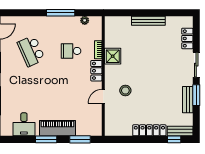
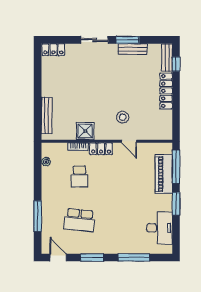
window: (61, 13) -> (38, 216), moved
bench: (148, 21) -> (47, 116), moved
locker: (187, 38) -> (53, 50), moved
school desk: (31, 51) -> (79, 220), turned 30
desk: (24, 124) -> (160, 228), width x1.37
piano: (58, 128) -> (164, 174), moved
window: (80, 139) -> (176, 167), width x1.44

